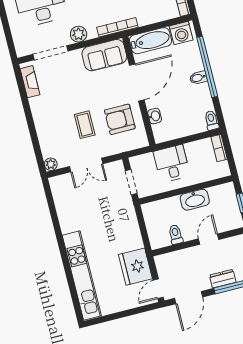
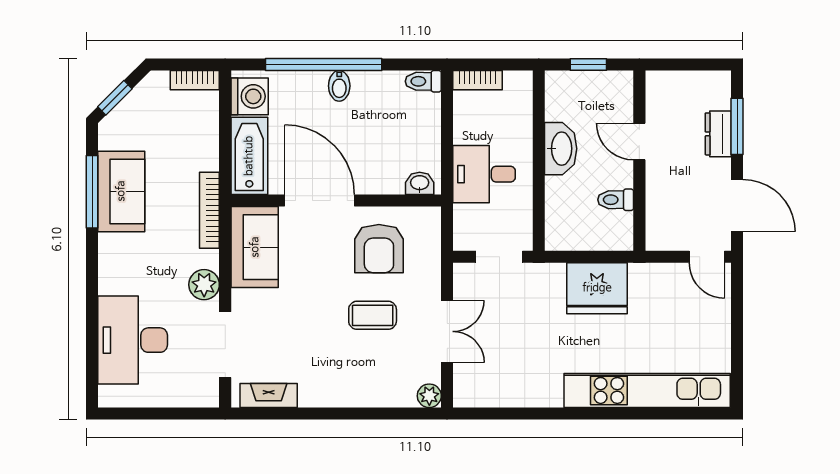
washbasin: (155, 116) -> (420, 183), moved
fridge: (135, 267) -> (597, 288), moved

